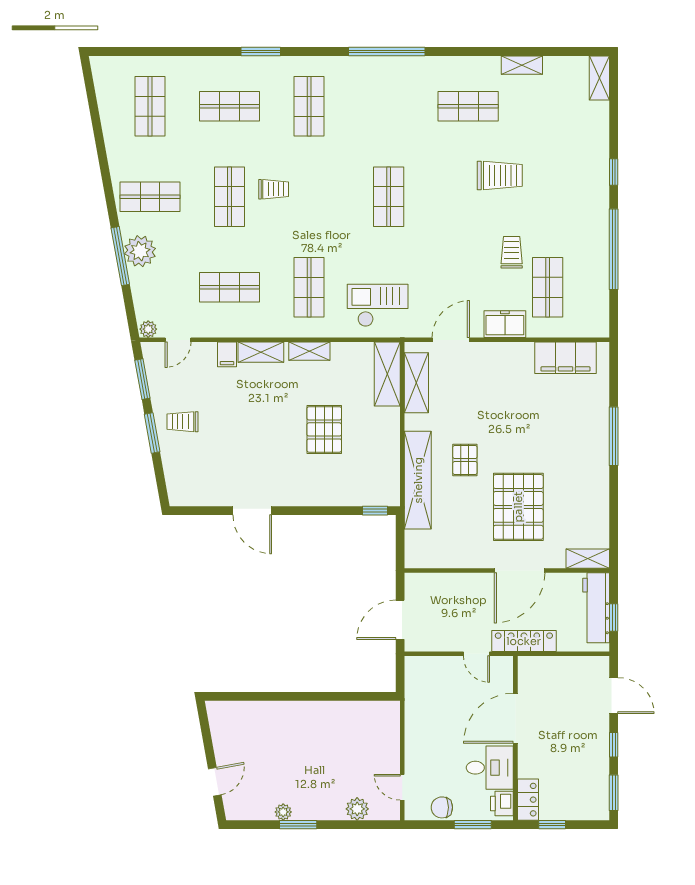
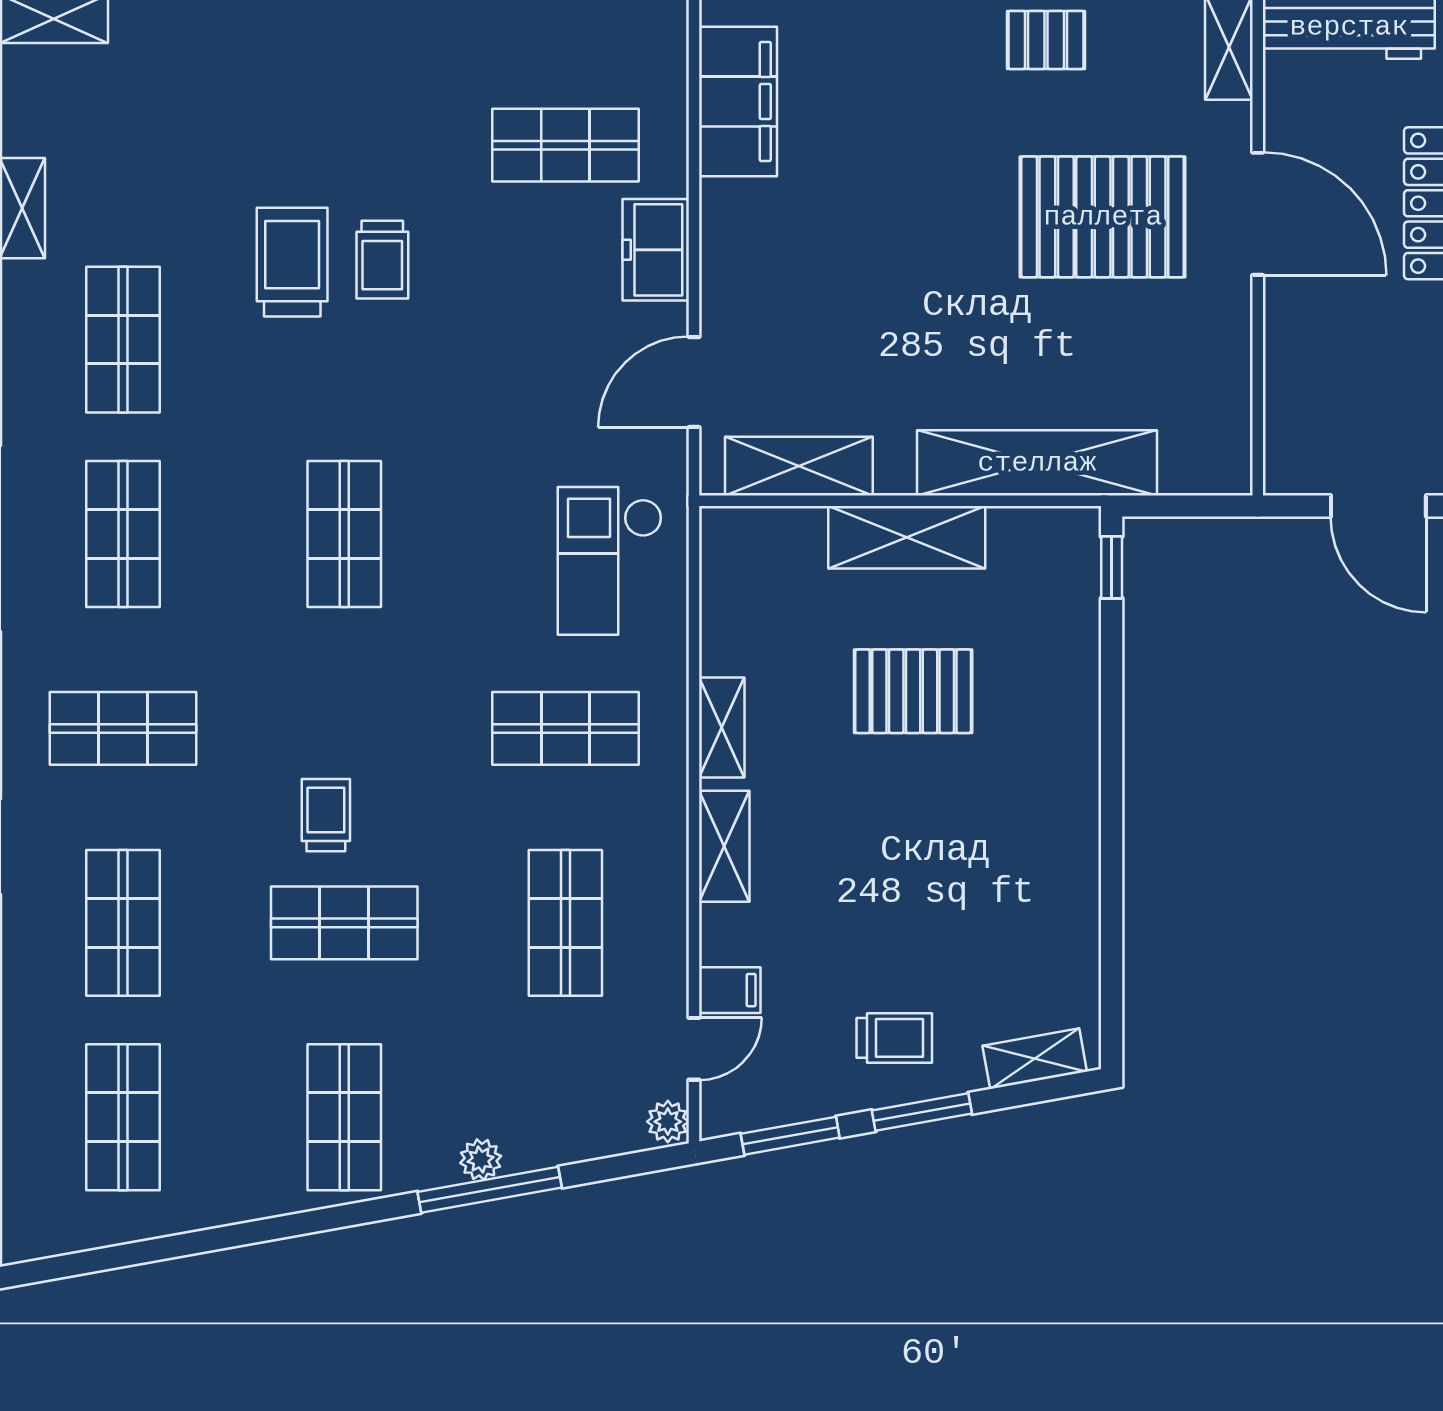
shop shelf: (150, 106) -> (123, 1117), turned 90
shop shelf: (389, 106) -> (123, 534), added
shop shelf: (389, 197) -> (344, 534), turned 90
plant: (140, 251) -> (481, 1160), width x0.53, depth x0.53
trolley: (512, 252) -> (382, 260), moved, turned -90
door: (178, 340) -> (694, 1049), hinge flipped
door: (451, 340) -> (694, 382), hinge flipped
filing cabinet: (227, 354) -> (730, 990), moved
shelving: (387, 374) -> (907, 537), moved
trolley: (182, 422) -> (894, 1038), turned -90
pallet: (465, 460) -> (1046, 40), moved
shelving: (174, 479) -> (1035, 1059), added
door: (252, 511) -> (1112, 867), removed

